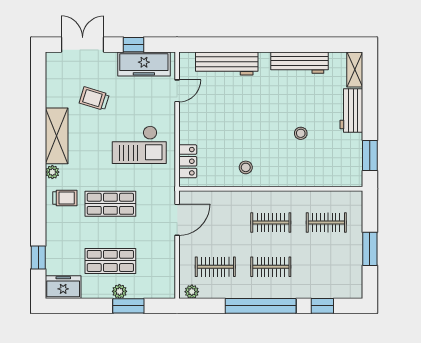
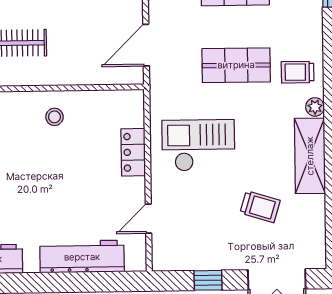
freezer: (144, 64) -> (194, 254), removed
locker: (188, 161) -> (133, 152), moved

